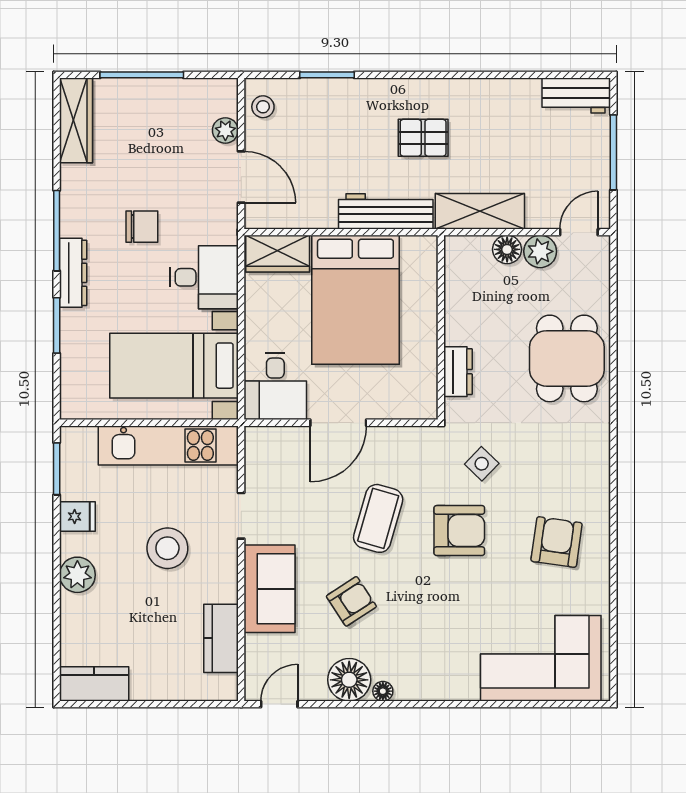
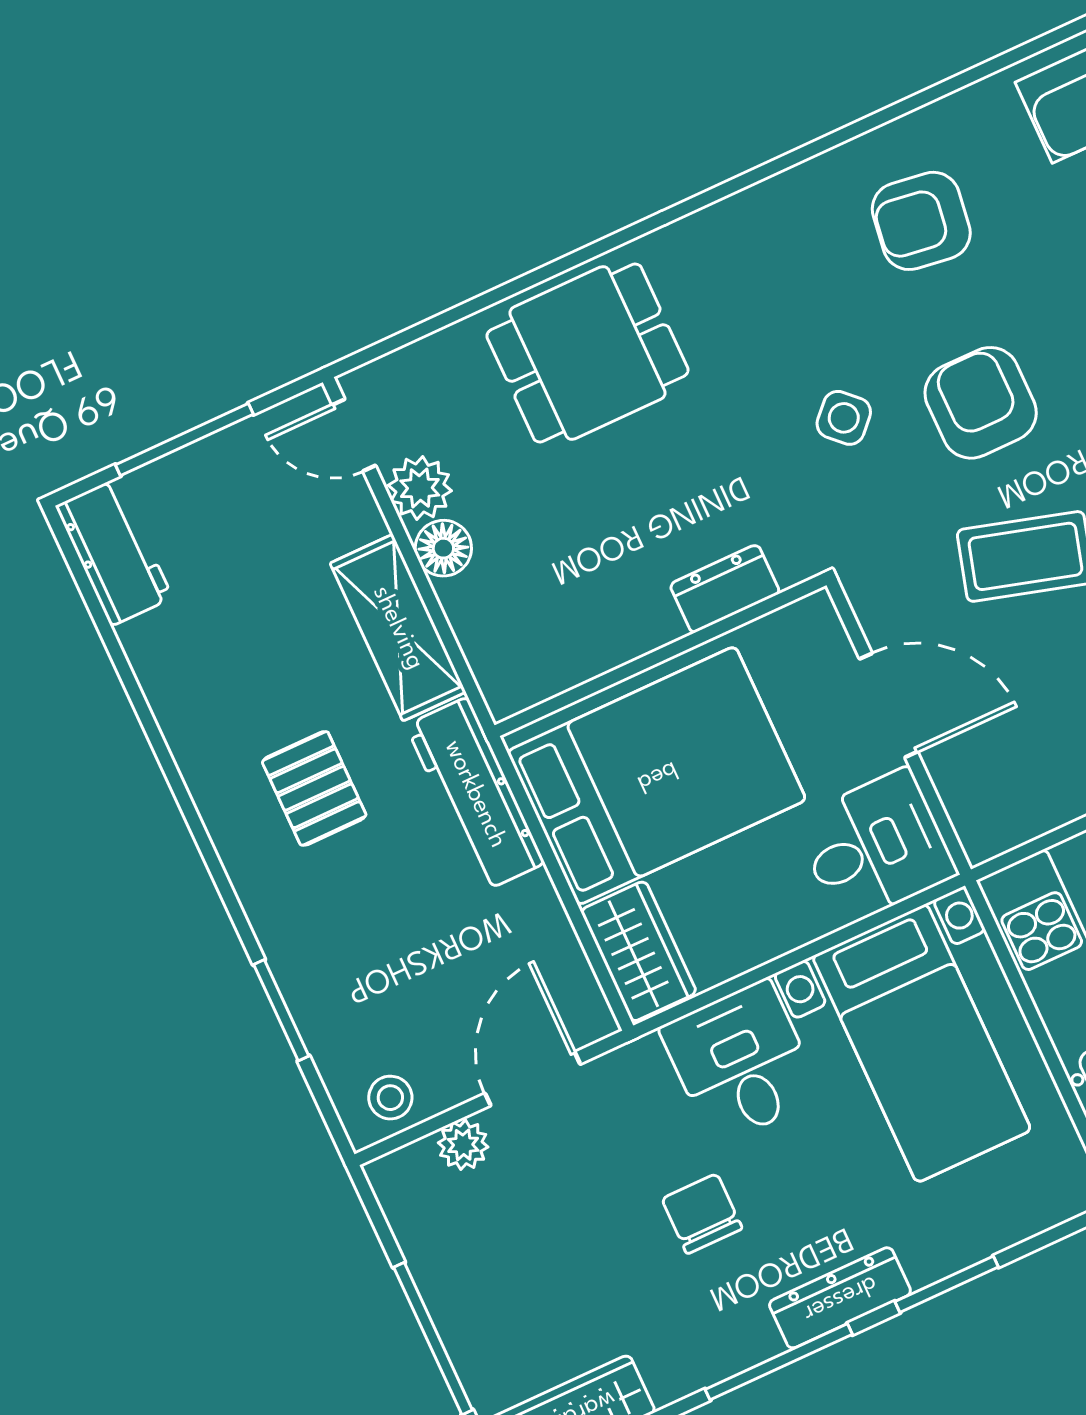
wall: (441, 327) -> (660, 655), moved
dresser: (458, 372) -> (725, 589), moved

